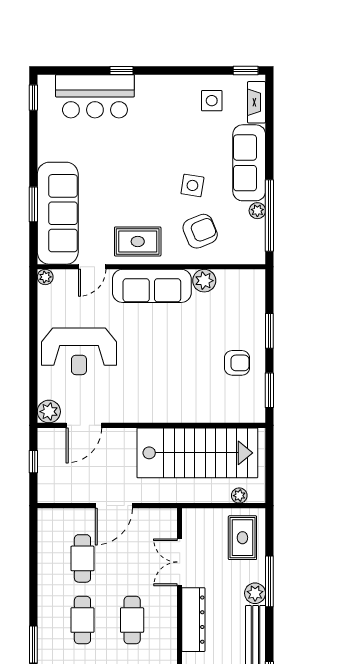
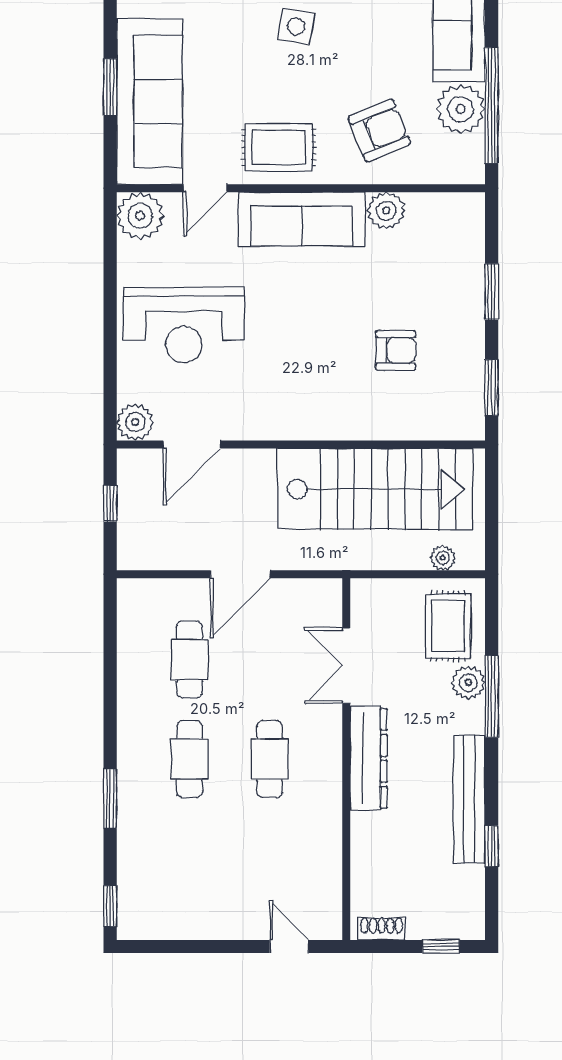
side table: (192, 185) -> (296, 26), moved
plant: (257, 211) -> (461, 109), width x1.88, depth x1.88
plant: (45, 277) -> (140, 216), width x1.87, depth x1.87
armchair: (237, 363) -> (396, 350), moved
plant: (255, 593) -> (468, 683), moved

